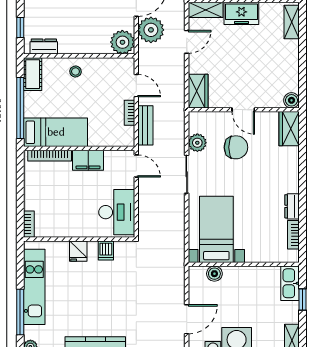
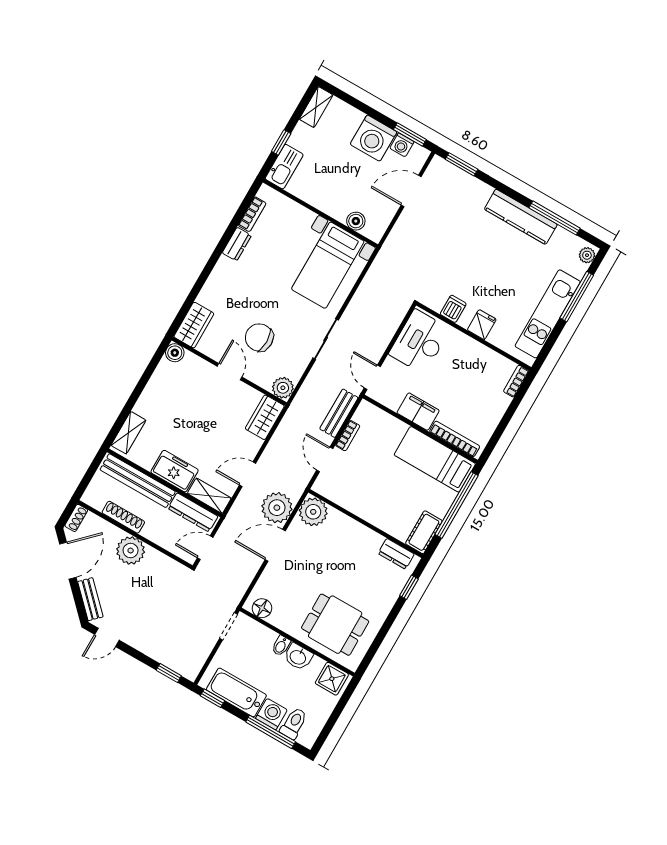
stool: (75, 71) -> (379, 510), removed
plant: (197, 143) -> (283, 388), moved

